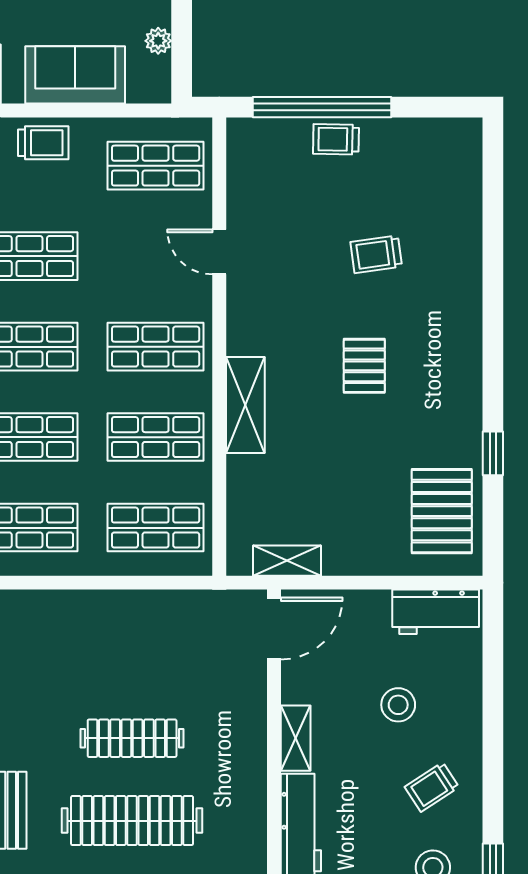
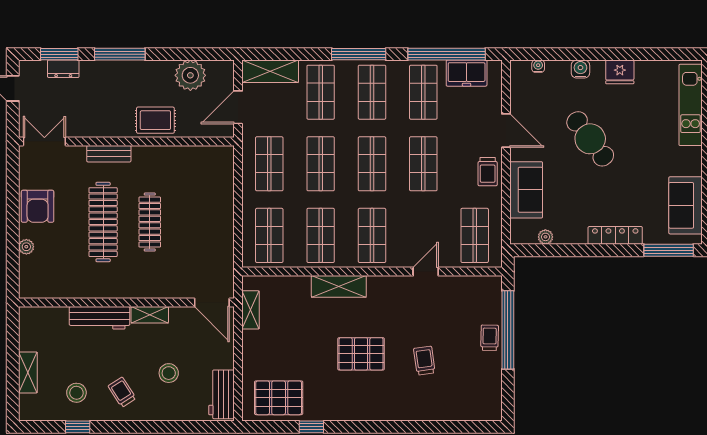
pallet: (364, 366) -> (361, 354), width x1.50, depth x1.42

